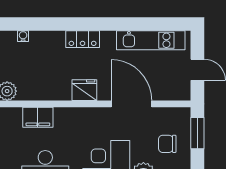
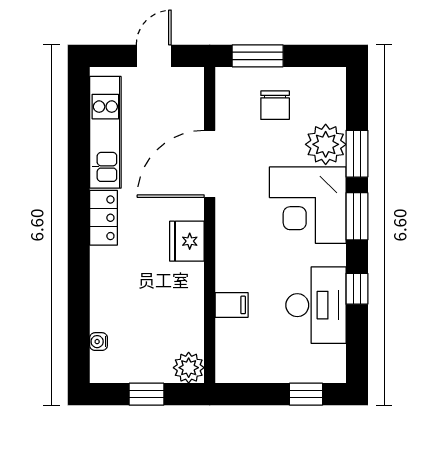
locker: (83, 39) -> (104, 218), moved
filing cabinet: (38, 117) -> (232, 305), width x0.50

